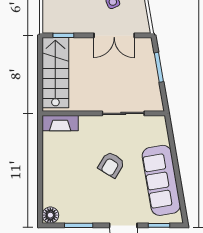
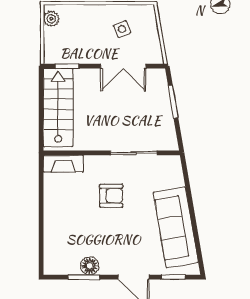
armchair: (111, 165) -> (111, 196), moved, turned -121
floor lamp: (50, 215) -> (90, 266), moved

